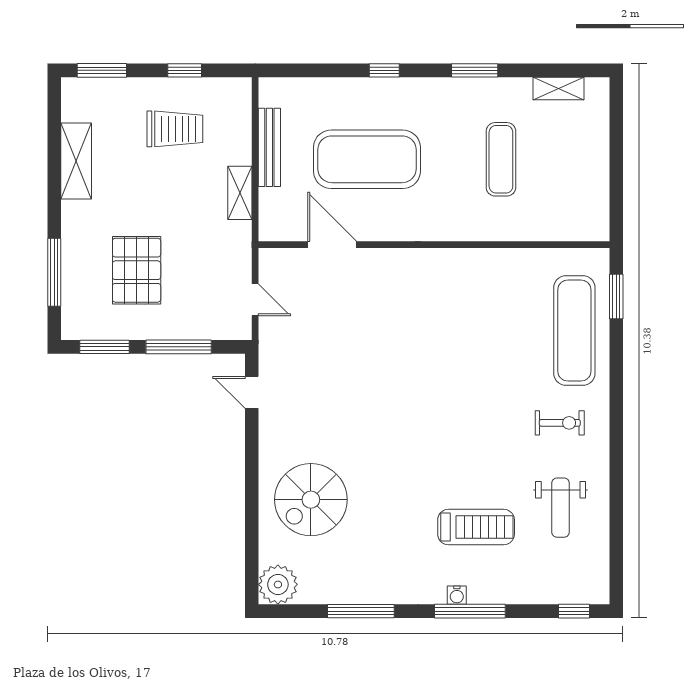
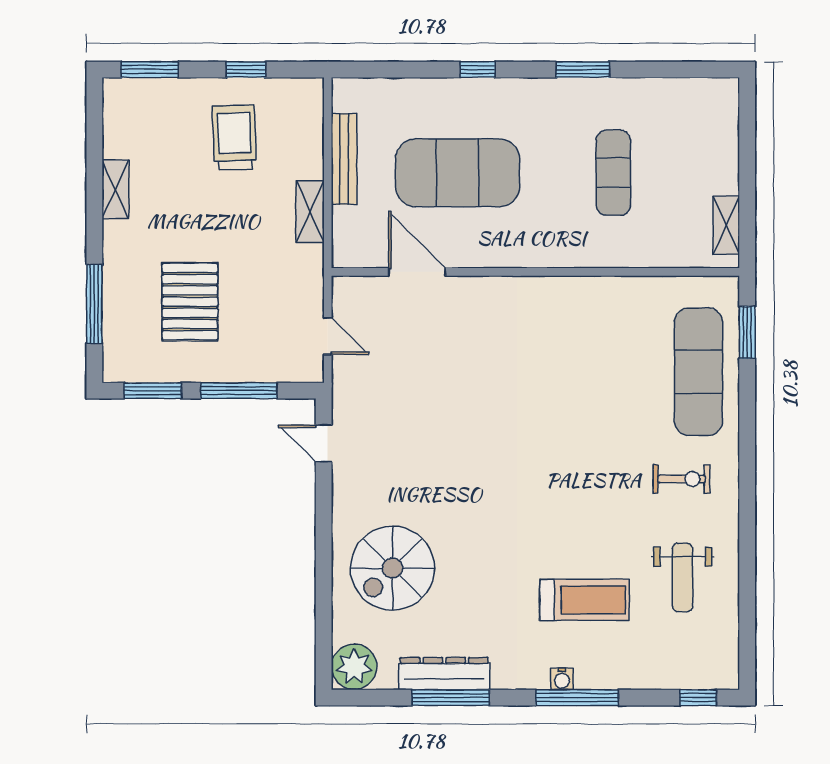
shelving: (558, 88) -> (726, 225), moved, turned 90
trolley: (175, 129) -> (234, 137), turned -92
shelving: (76, 161) -> (115, 189), width x0.67, depth x0.75
dresser: (356, 590) -> (444, 674), added

